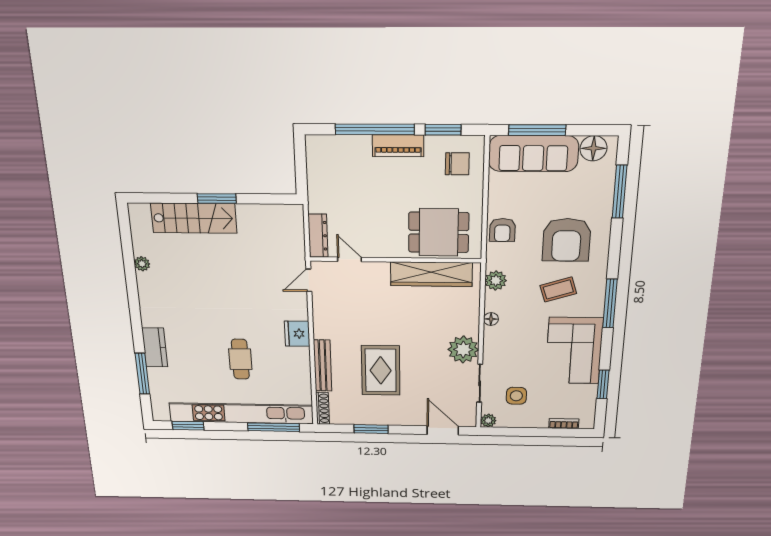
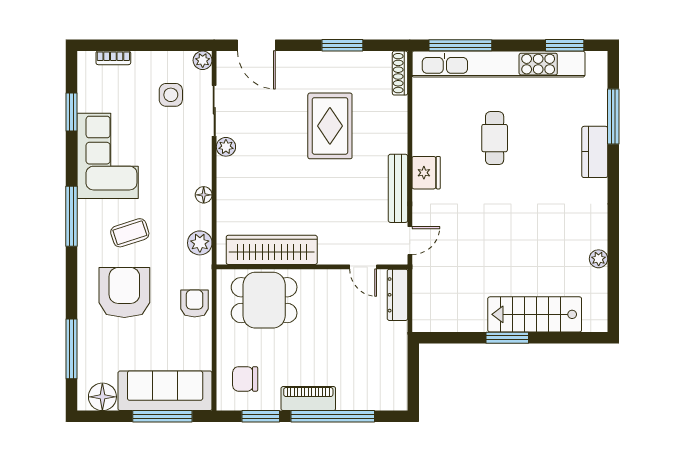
plant: (463, 350) -> (226, 147), width x0.53, depth x0.53
bench: (323, 366) -> (398, 188), moved

